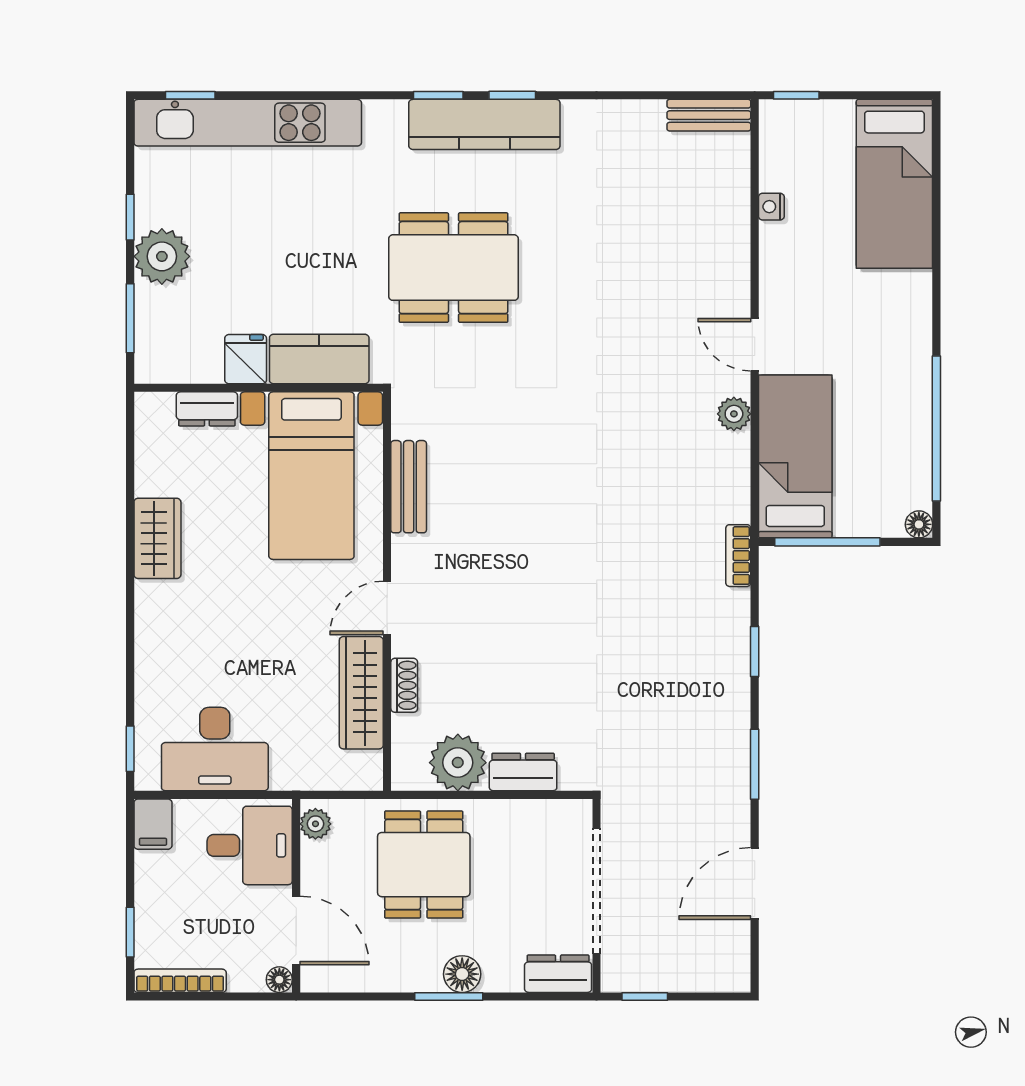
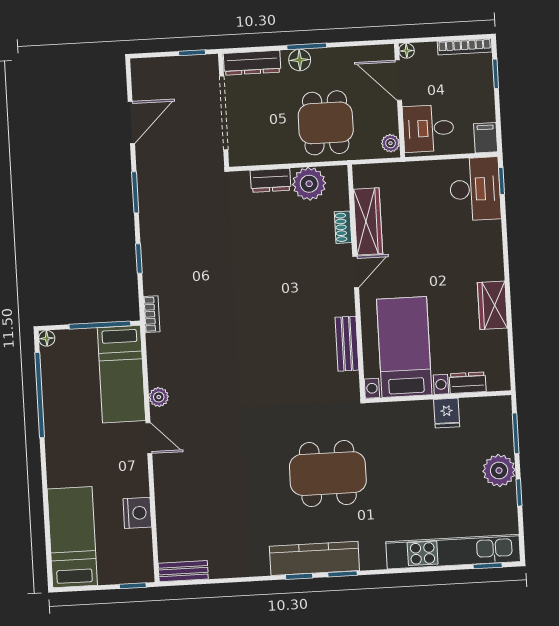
nightstand: (771, 207) -> (137, 513), width x1.89, depth x1.79
kitchen counter: (319, 359) -> (404, 416), removed
desk: (215, 749) -> (475, 189), moved, turned 90
dresser: (558, 974) -> (252, 63), width x1.44

